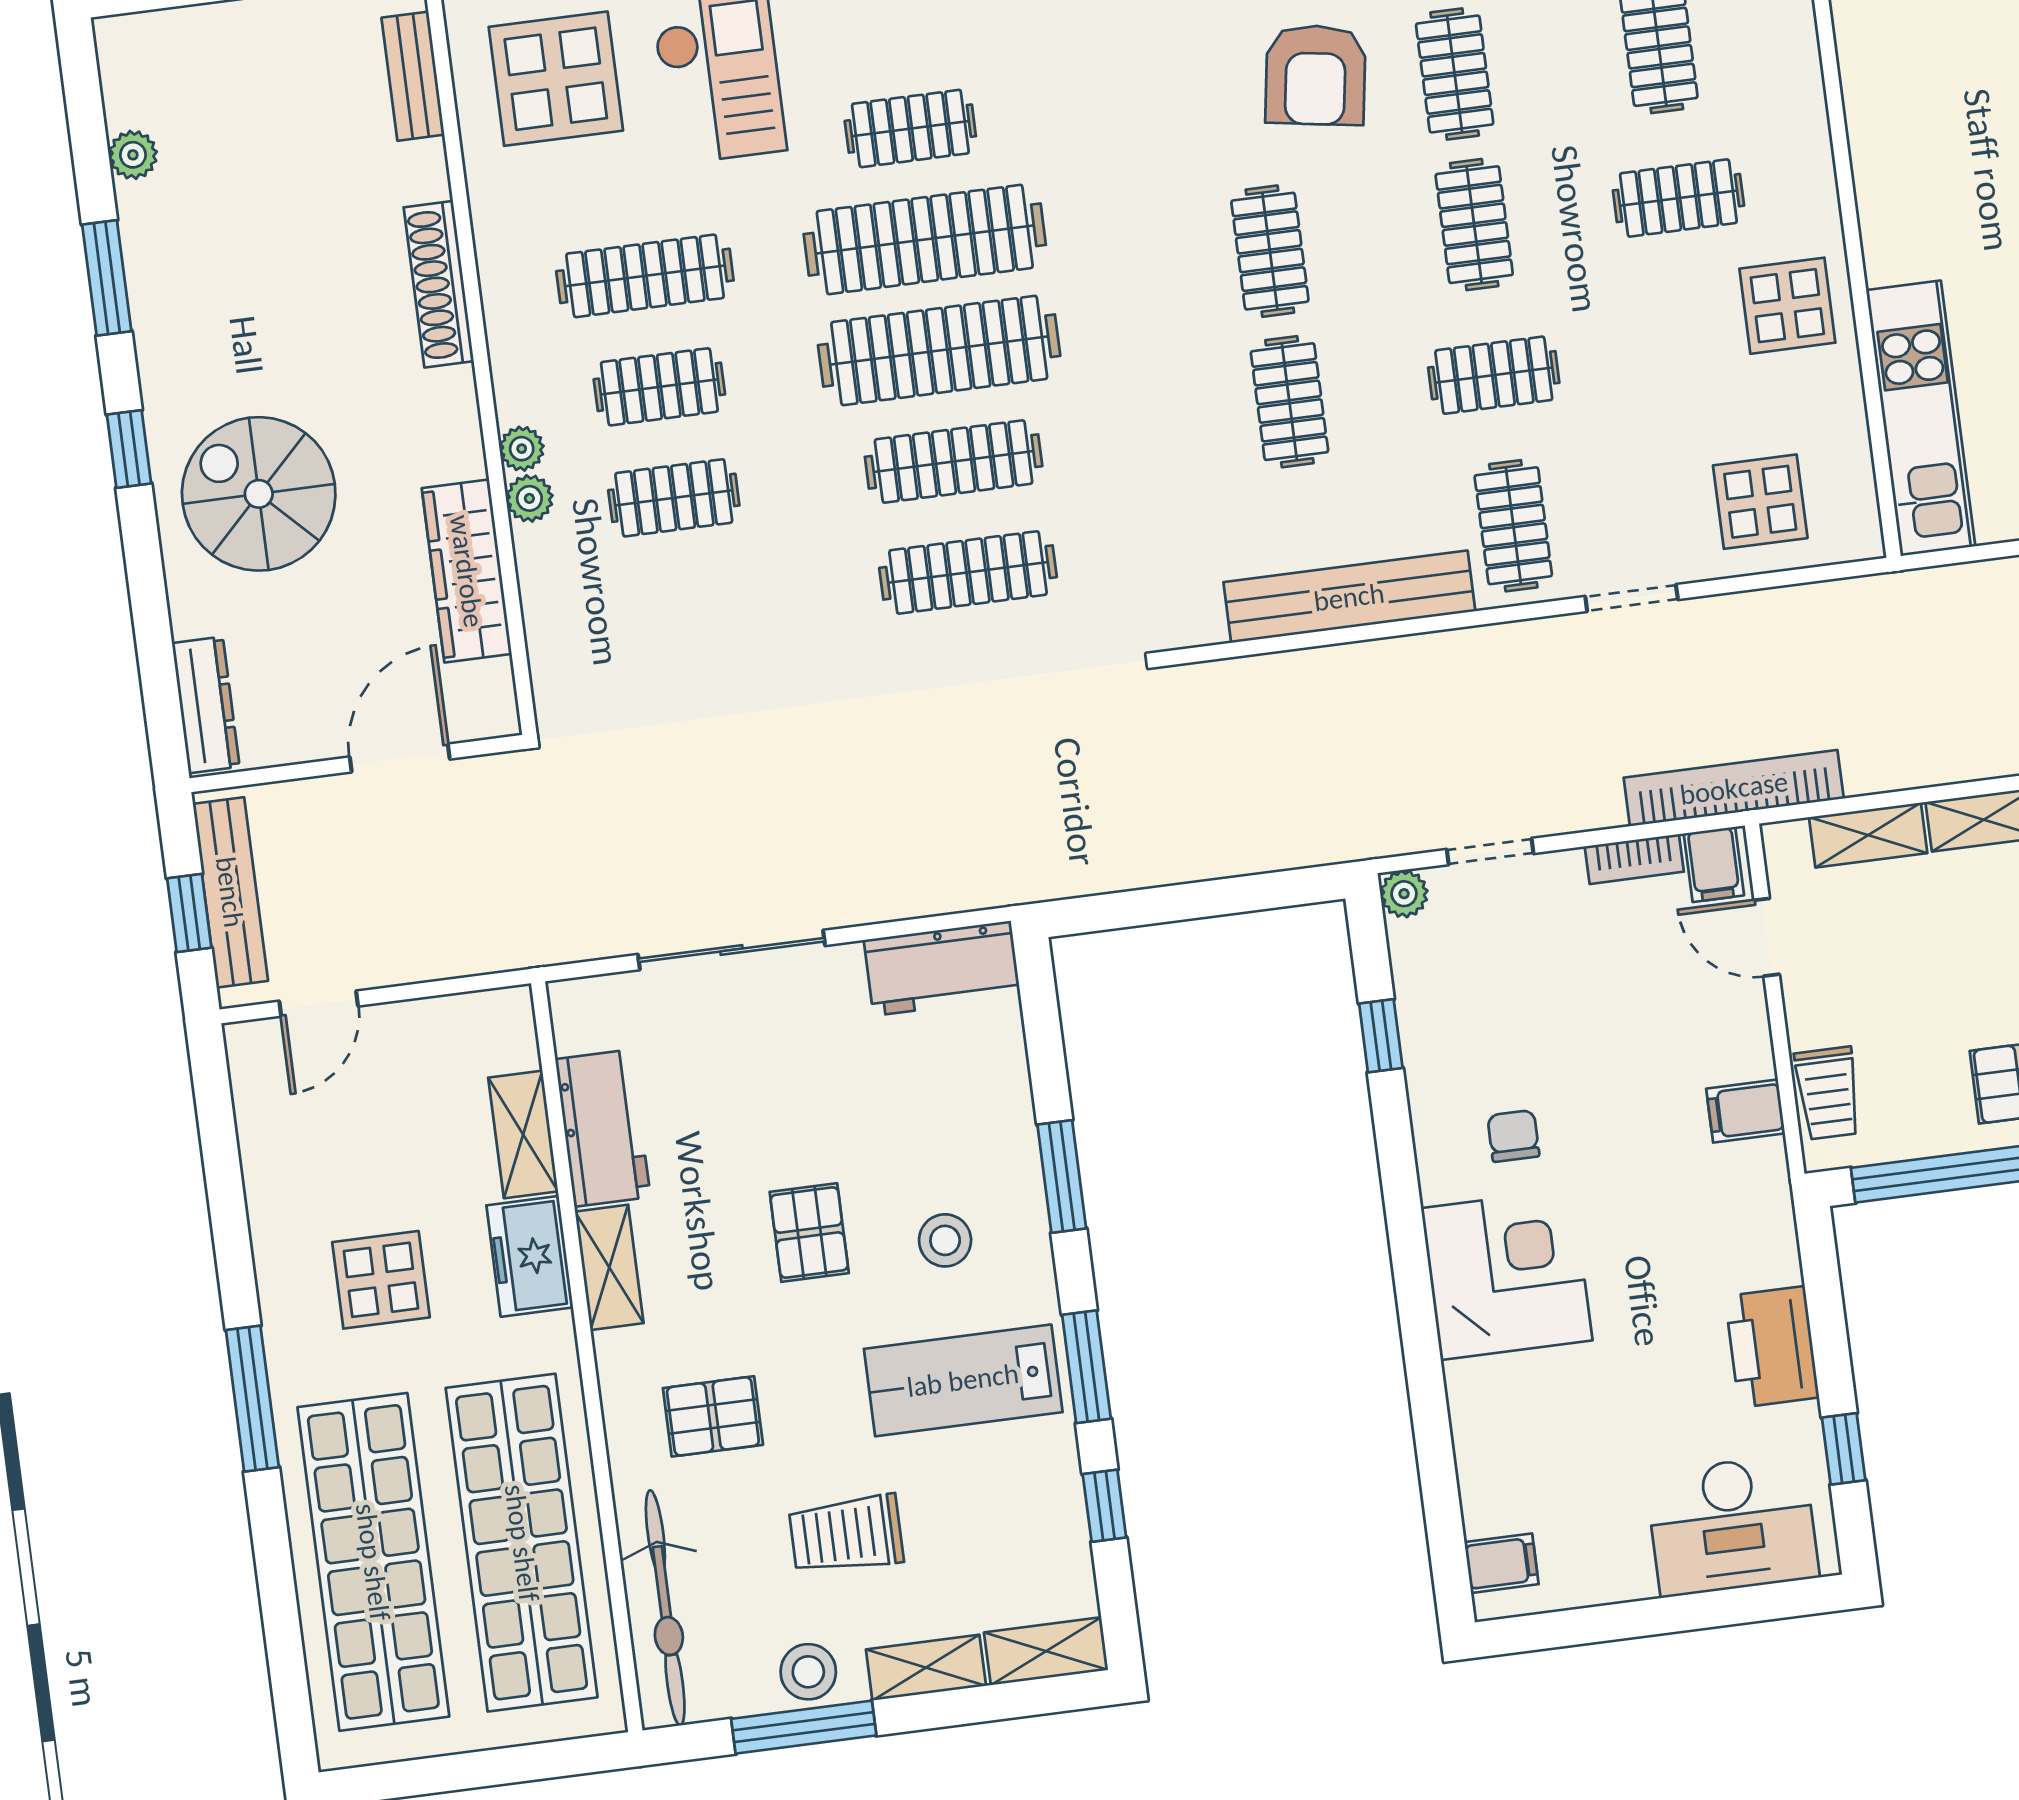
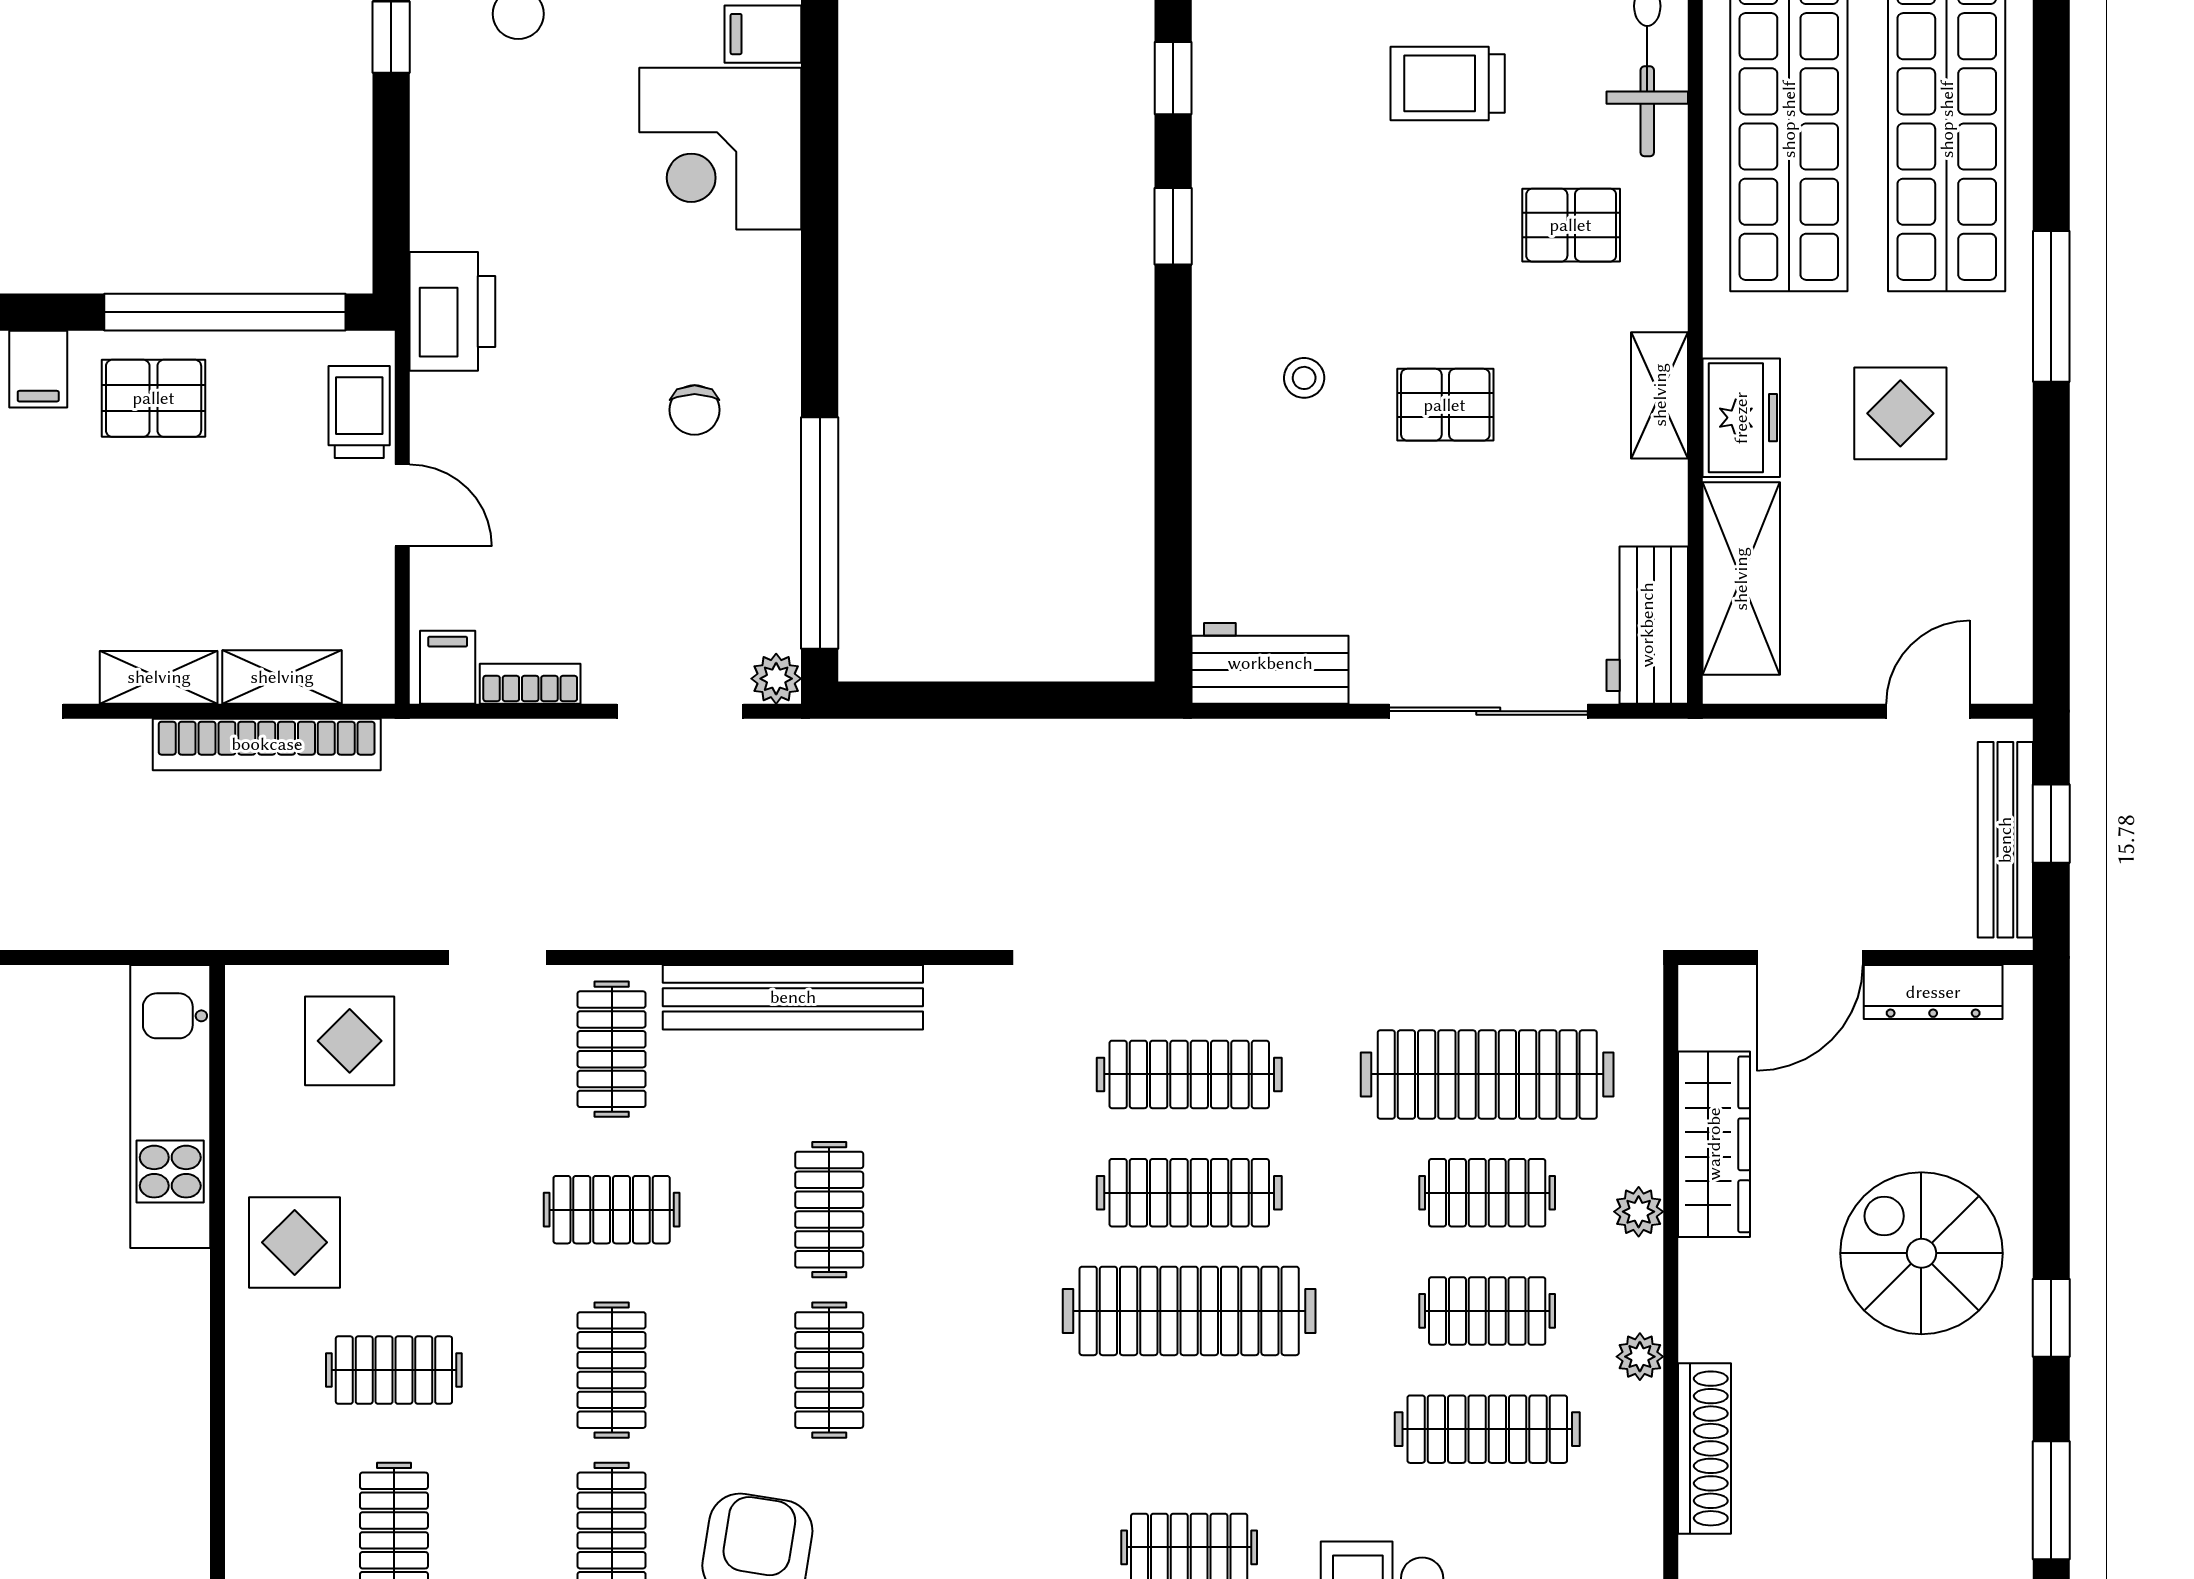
clothes rail: (925, 240) -> (1487, 1074), moved
plant: (522, 449) -> (1640, 1357), moved
spiral stairs: (259, 494) -> (1921, 1253), turned 180
dresser: (206, 705) -> (1933, 992), moved, turned -90
bookcase: (1734, 788) -> (267, 744), moved
doorway: (1490, 851) -> (680, 711), width x1.38
door: (1767, 937) -> (402, 505), moved
window: (1381, 1036) -> (820, 533), width x3.17
filing cabinet: (1746, 1111) -> (763, 34), moved, turned 180
workbench: (603, 1128) -> (1647, 625), moved
shelving: (523, 1134) -> (1741, 579), width x1.50, depth x1.33
window: (1062, 1176) -> (1173, 429), removed
pallet: (809, 1233) -> (1445, 405), turned 90
stool: (945, 1240) -> (1304, 378), width x0.73, depth x0.73
corner desk: (1507, 1274) -> (720, 149), moved
printer: (1772, 1347) -> (452, 311), moved
window: (1086, 1367) -> (1173, 226), width x0.67
lab bench: (963, 1380) -> (1304, 229), removed
trolley: (846, 1534) -> (1448, 83), turned 180

